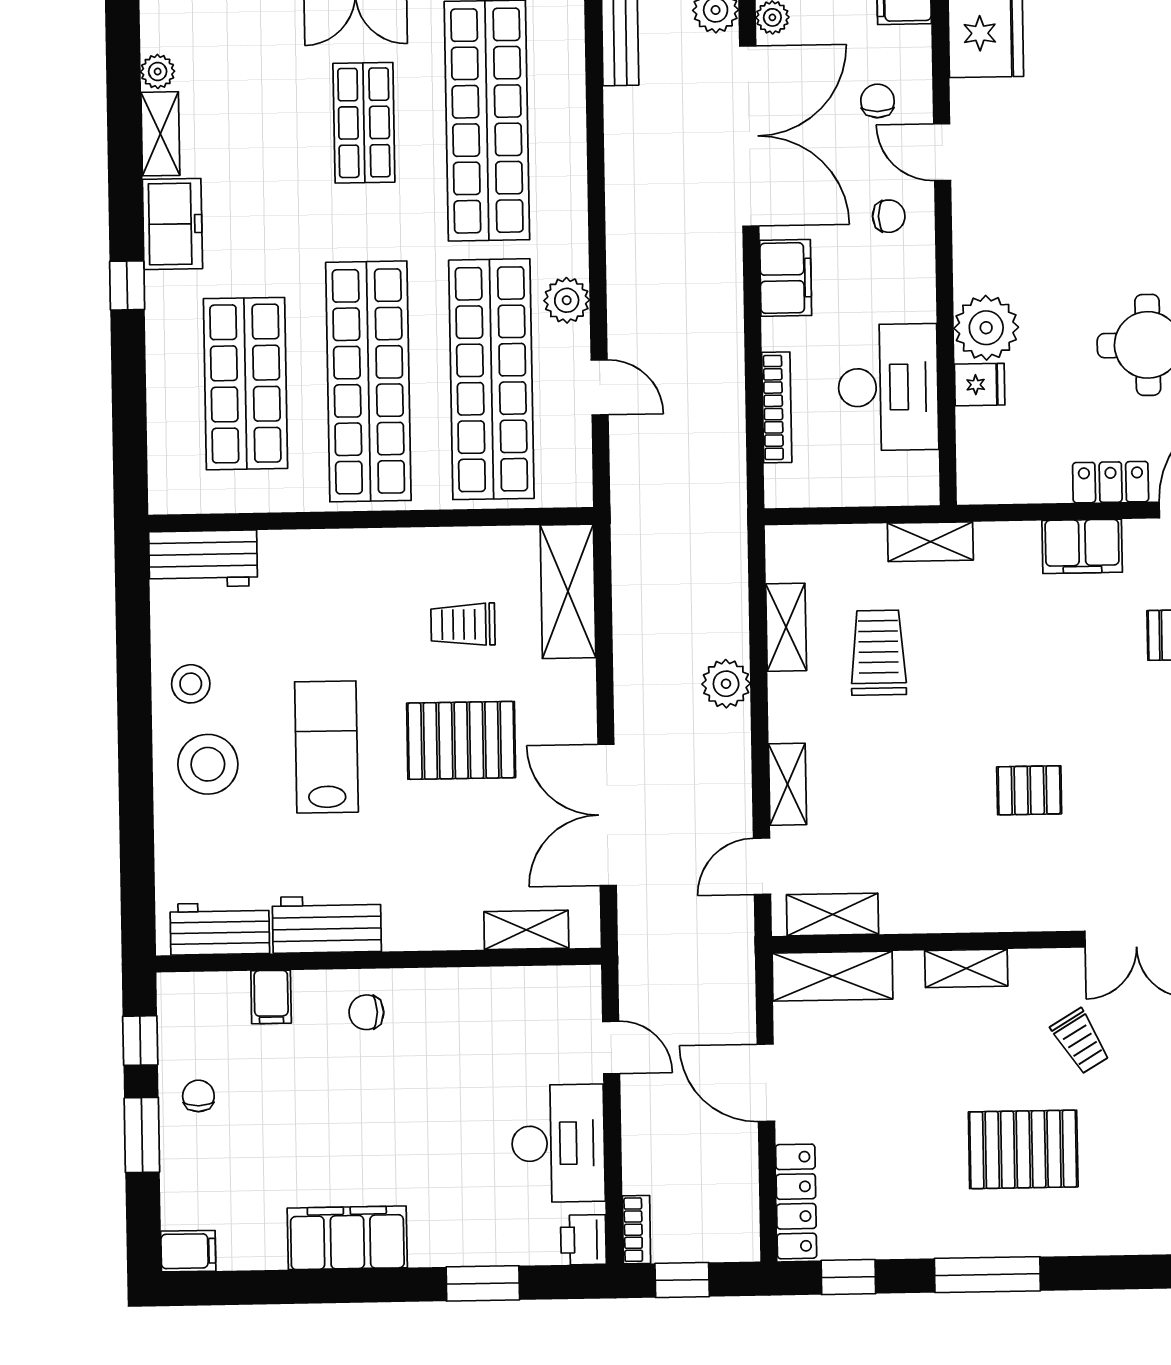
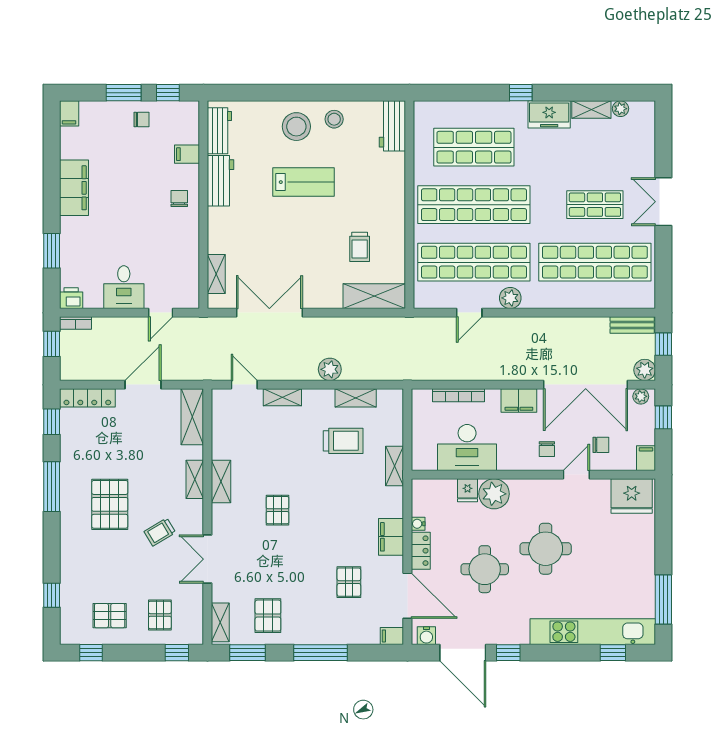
round table: (1102, 215) -> (546, 549), added
water cooler: (1053, 489) -> (418, 524), added
trolley: (463, 624) -> (360, 247), turned 180
pallet: (461, 740) -> (305, 245), removed
shelving: (833, 914) -> (221, 482), moved
desk: (558, 1143) -> (124, 287), width x0.73

